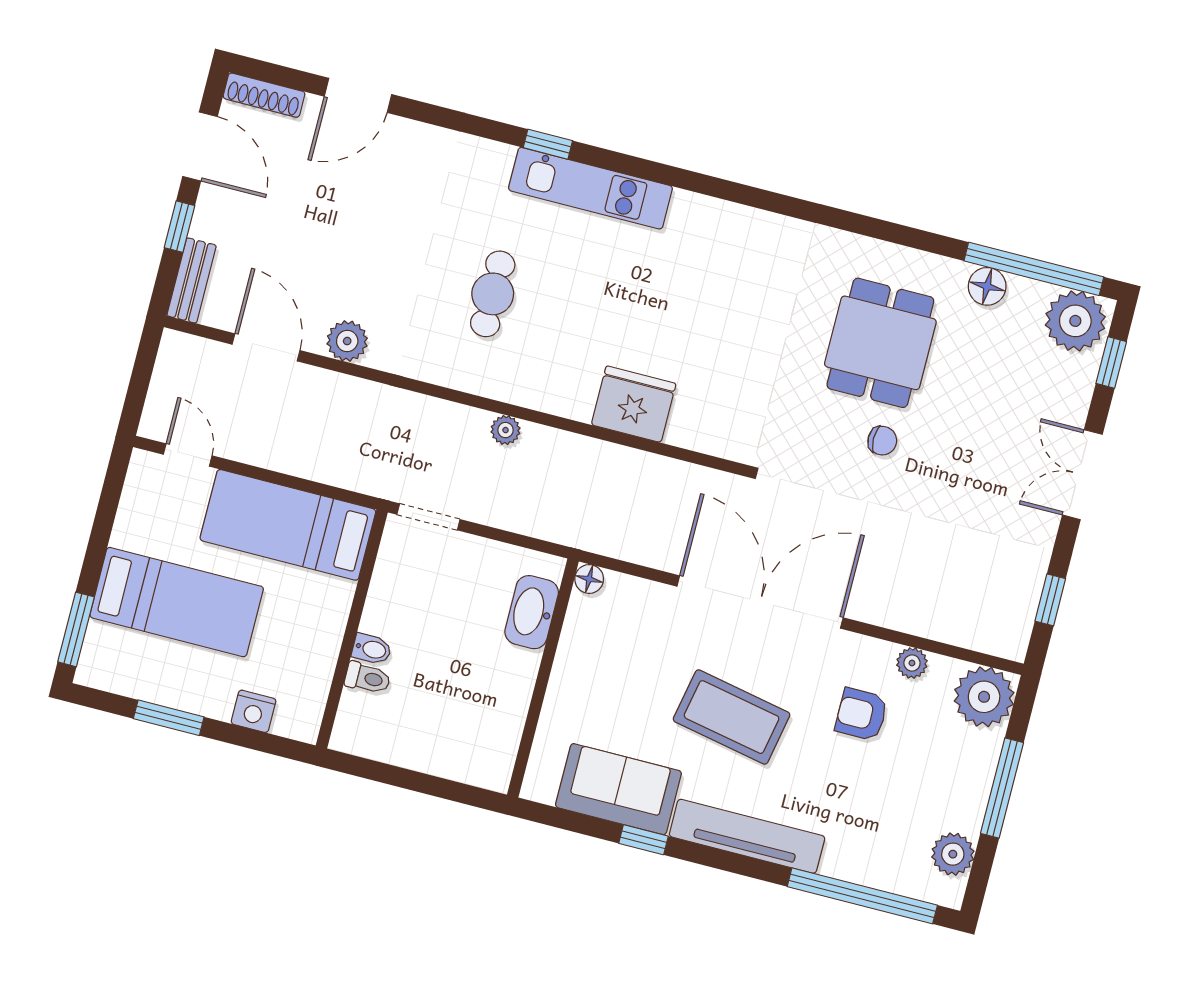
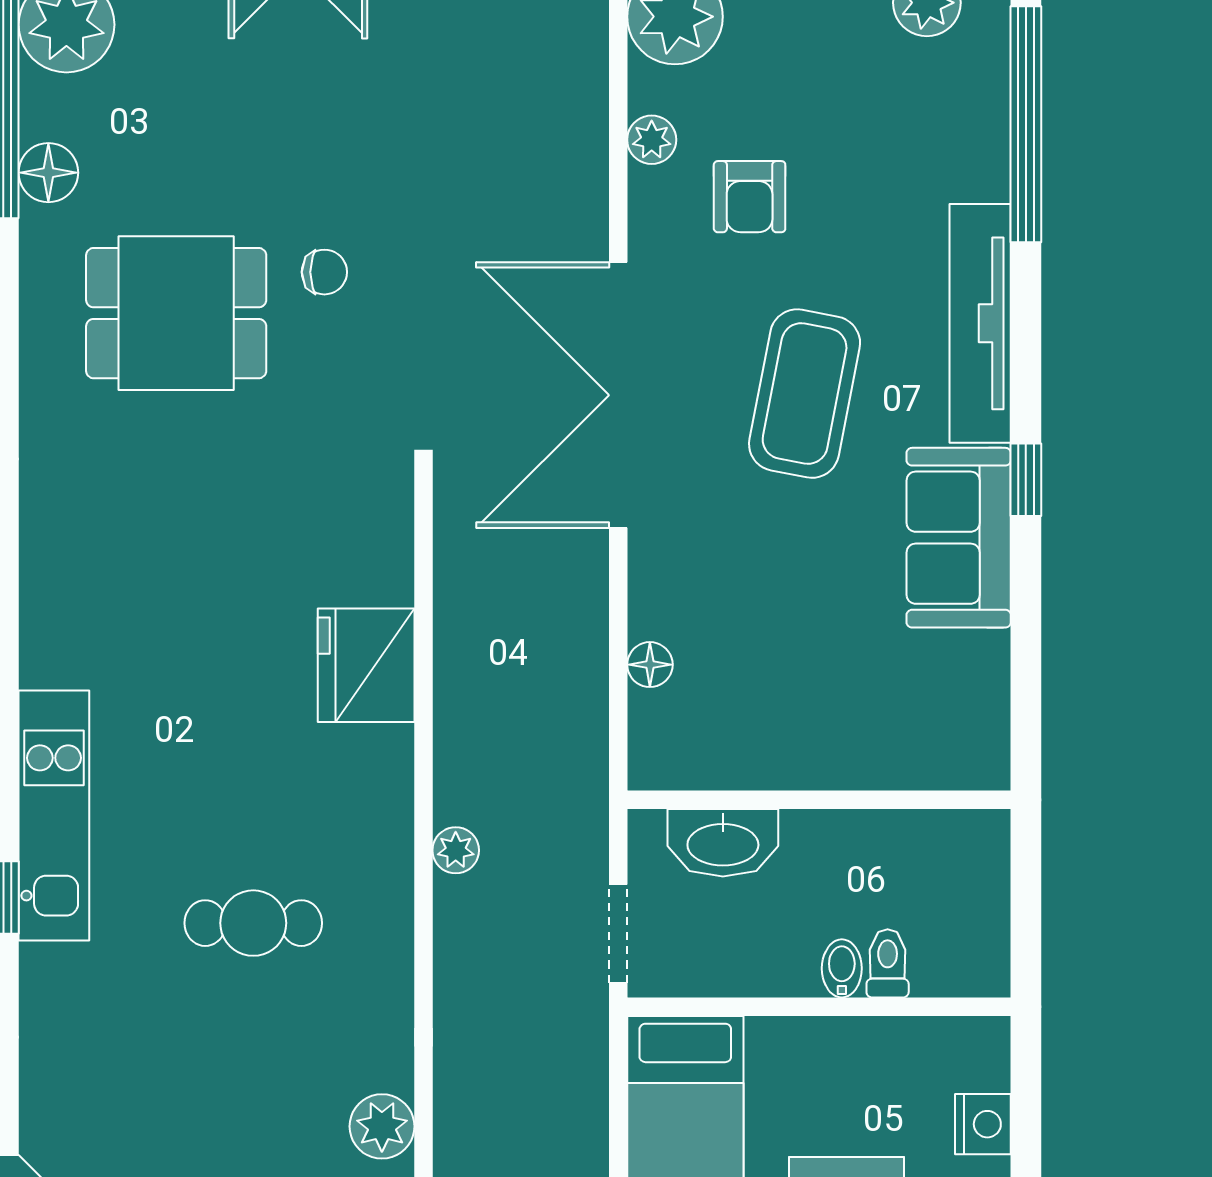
chair: (882, 441) -> (324, 272), turned 90
washbasin: (532, 612) -> (723, 843), moved
wall: (543, 678) -> (819, 800), moved

